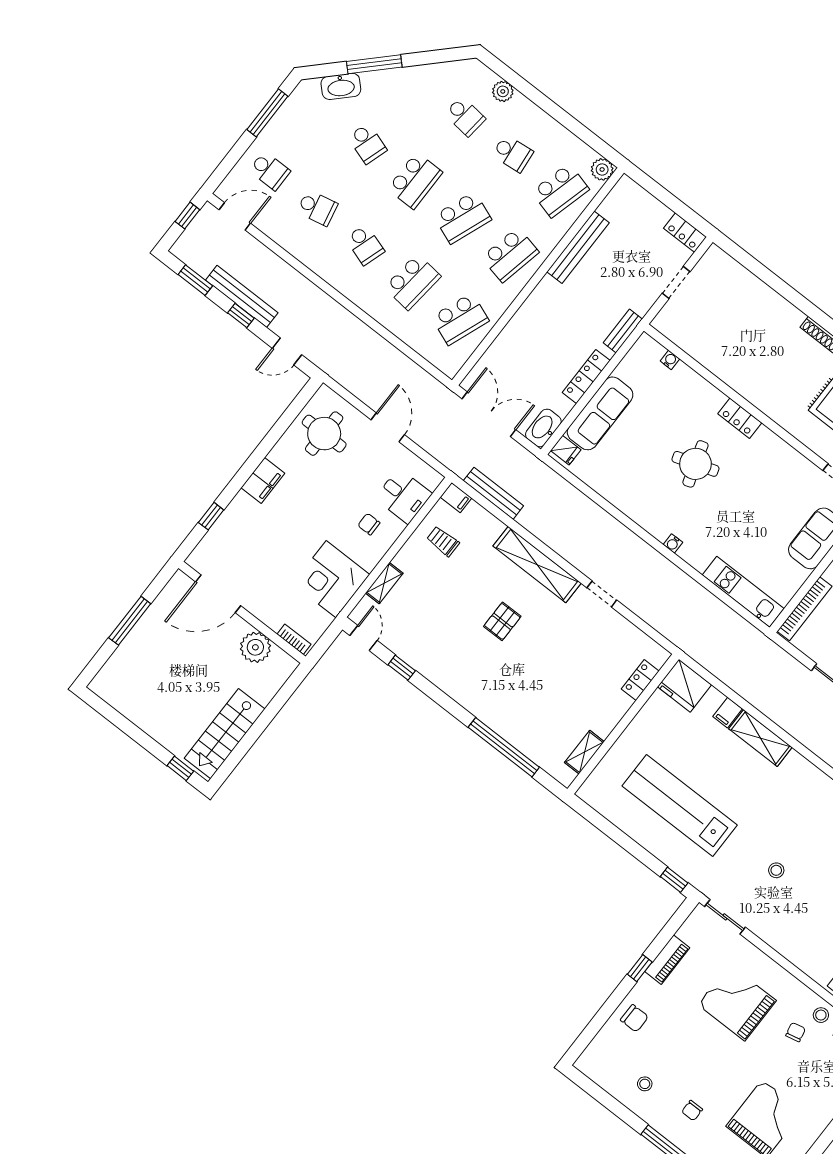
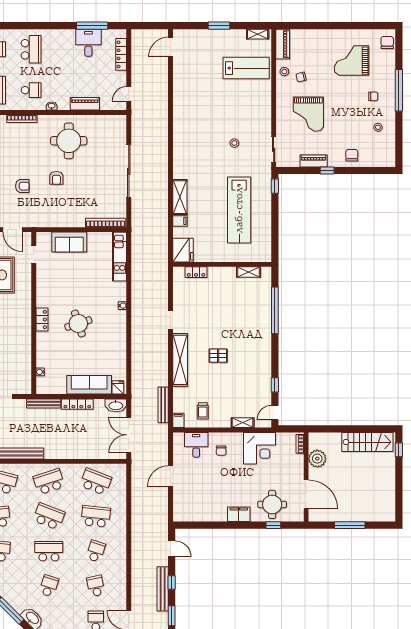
school desk: (510, 255) -> (49, 482), turned -30
bench: (623, 331) -> (44, 404), width x1.36
round table: (324, 434) -> (272, 504), moved

